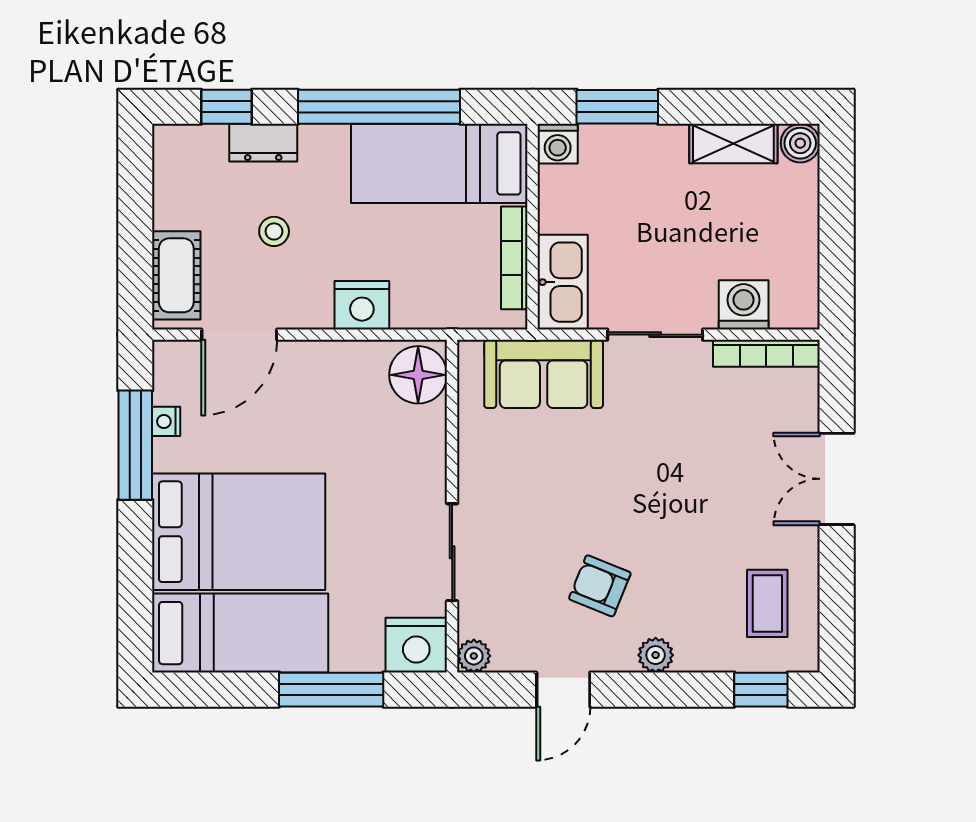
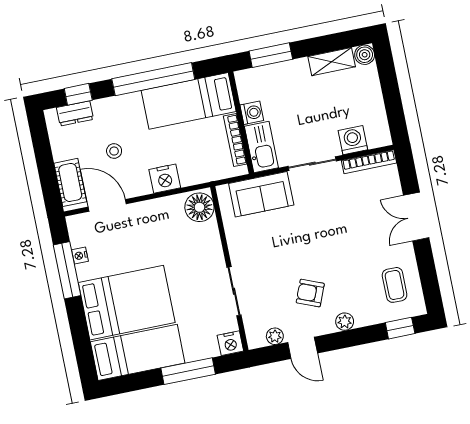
dresser: (263, 143) -> (75, 113), moved
washing machine: (558, 144) -> (252, 113), moved, turned -90
door: (239, 335) -> (107, 205), swing flipped
nightstand: (416, 645) -> (230, 343), width x0.74, depth x0.75
plant: (474, 656) -> (275, 336), moved
door: (563, 690) -> (303, 348), hinge flipped

